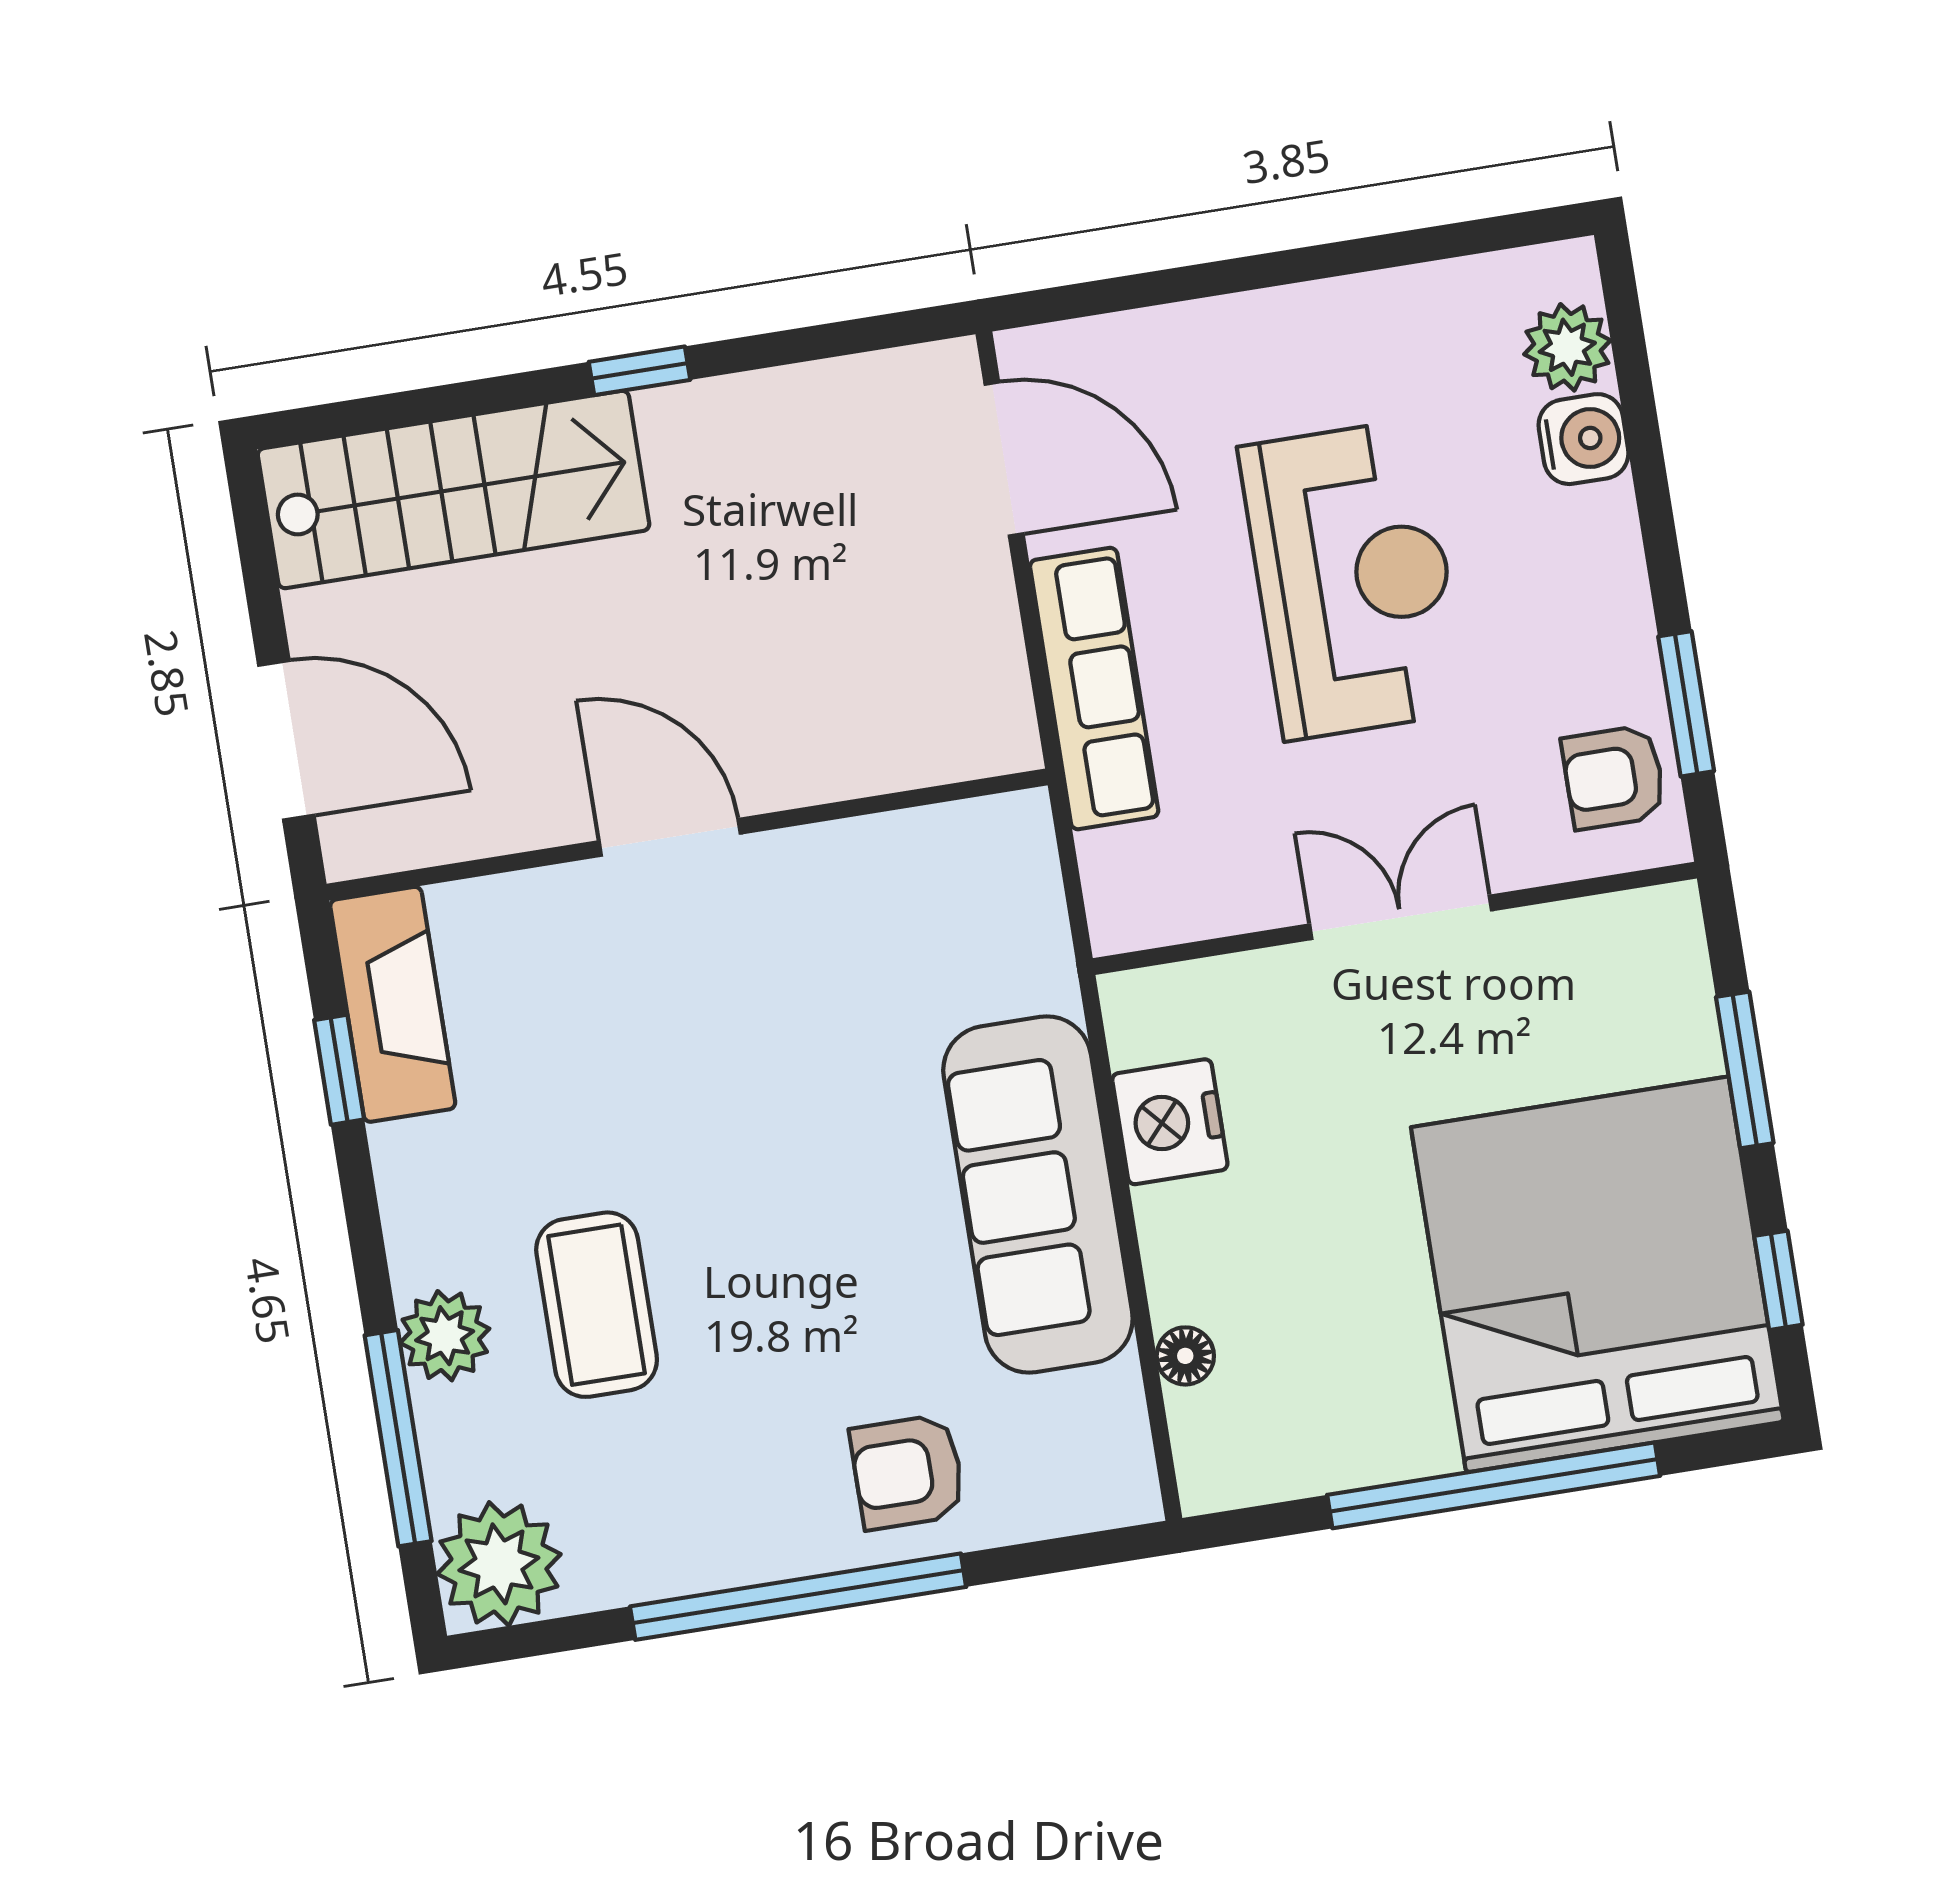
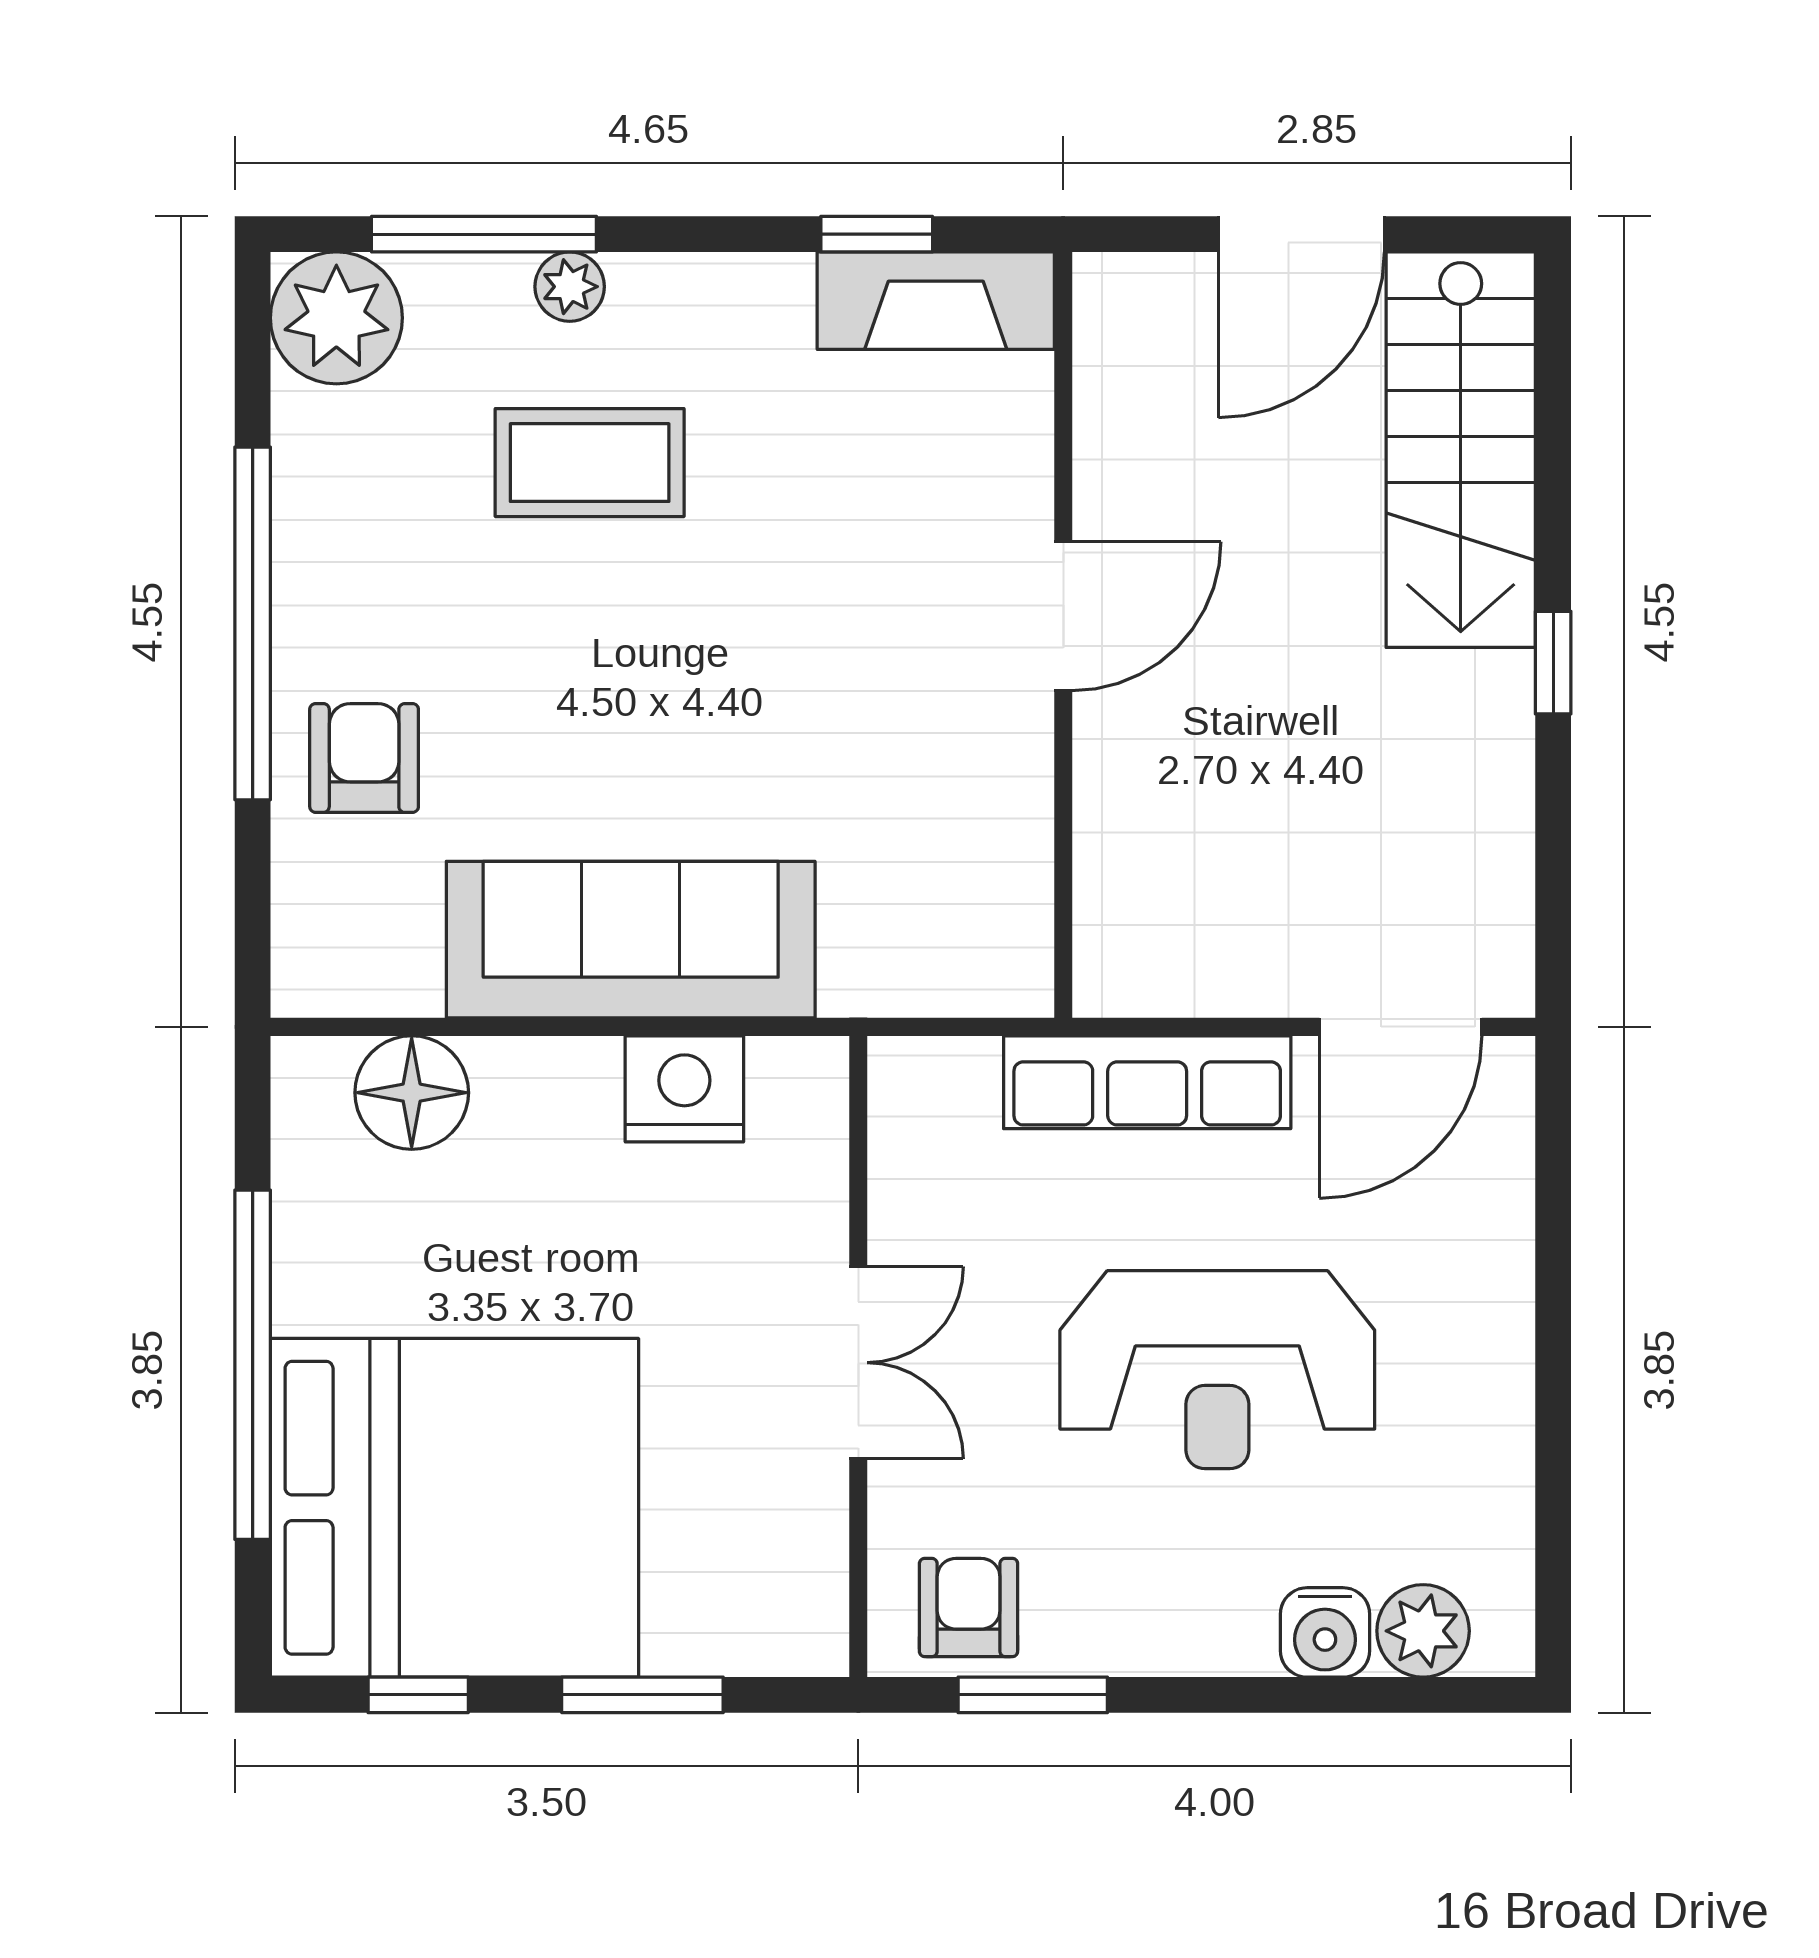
door: (286, 740) -> (1301, 234), moved
plant: (445, 1336) -> (570, 287), width x0.73, depth x0.73
floor lamp: (1185, 1356) -> (412, 1093), width x1.89, depth x1.89

